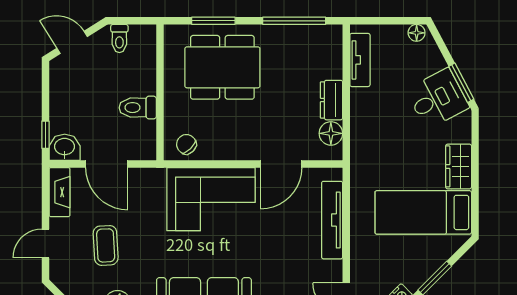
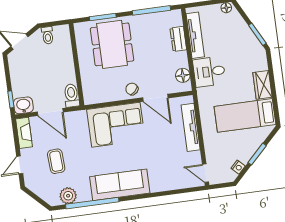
tv unit: (360, 60) -> (195, 35), width x1.41
dining table: (222, 67) -> (112, 44), turned 90
desk: (437, 99) -> (209, 72), moved, turned -152
dresser: (332, 100) -> (178, 39), moved
toilet: (138, 108) -> (71, 96), moved, turned 90
chair: (186, 144) -> (132, 89), moved
door: (281, 164) -> (155, 98), hinge flipped

